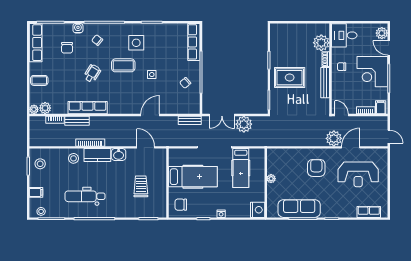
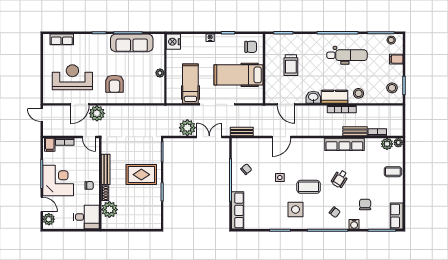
row of seats: (36, 43) -> (397, 216), width x0.68

